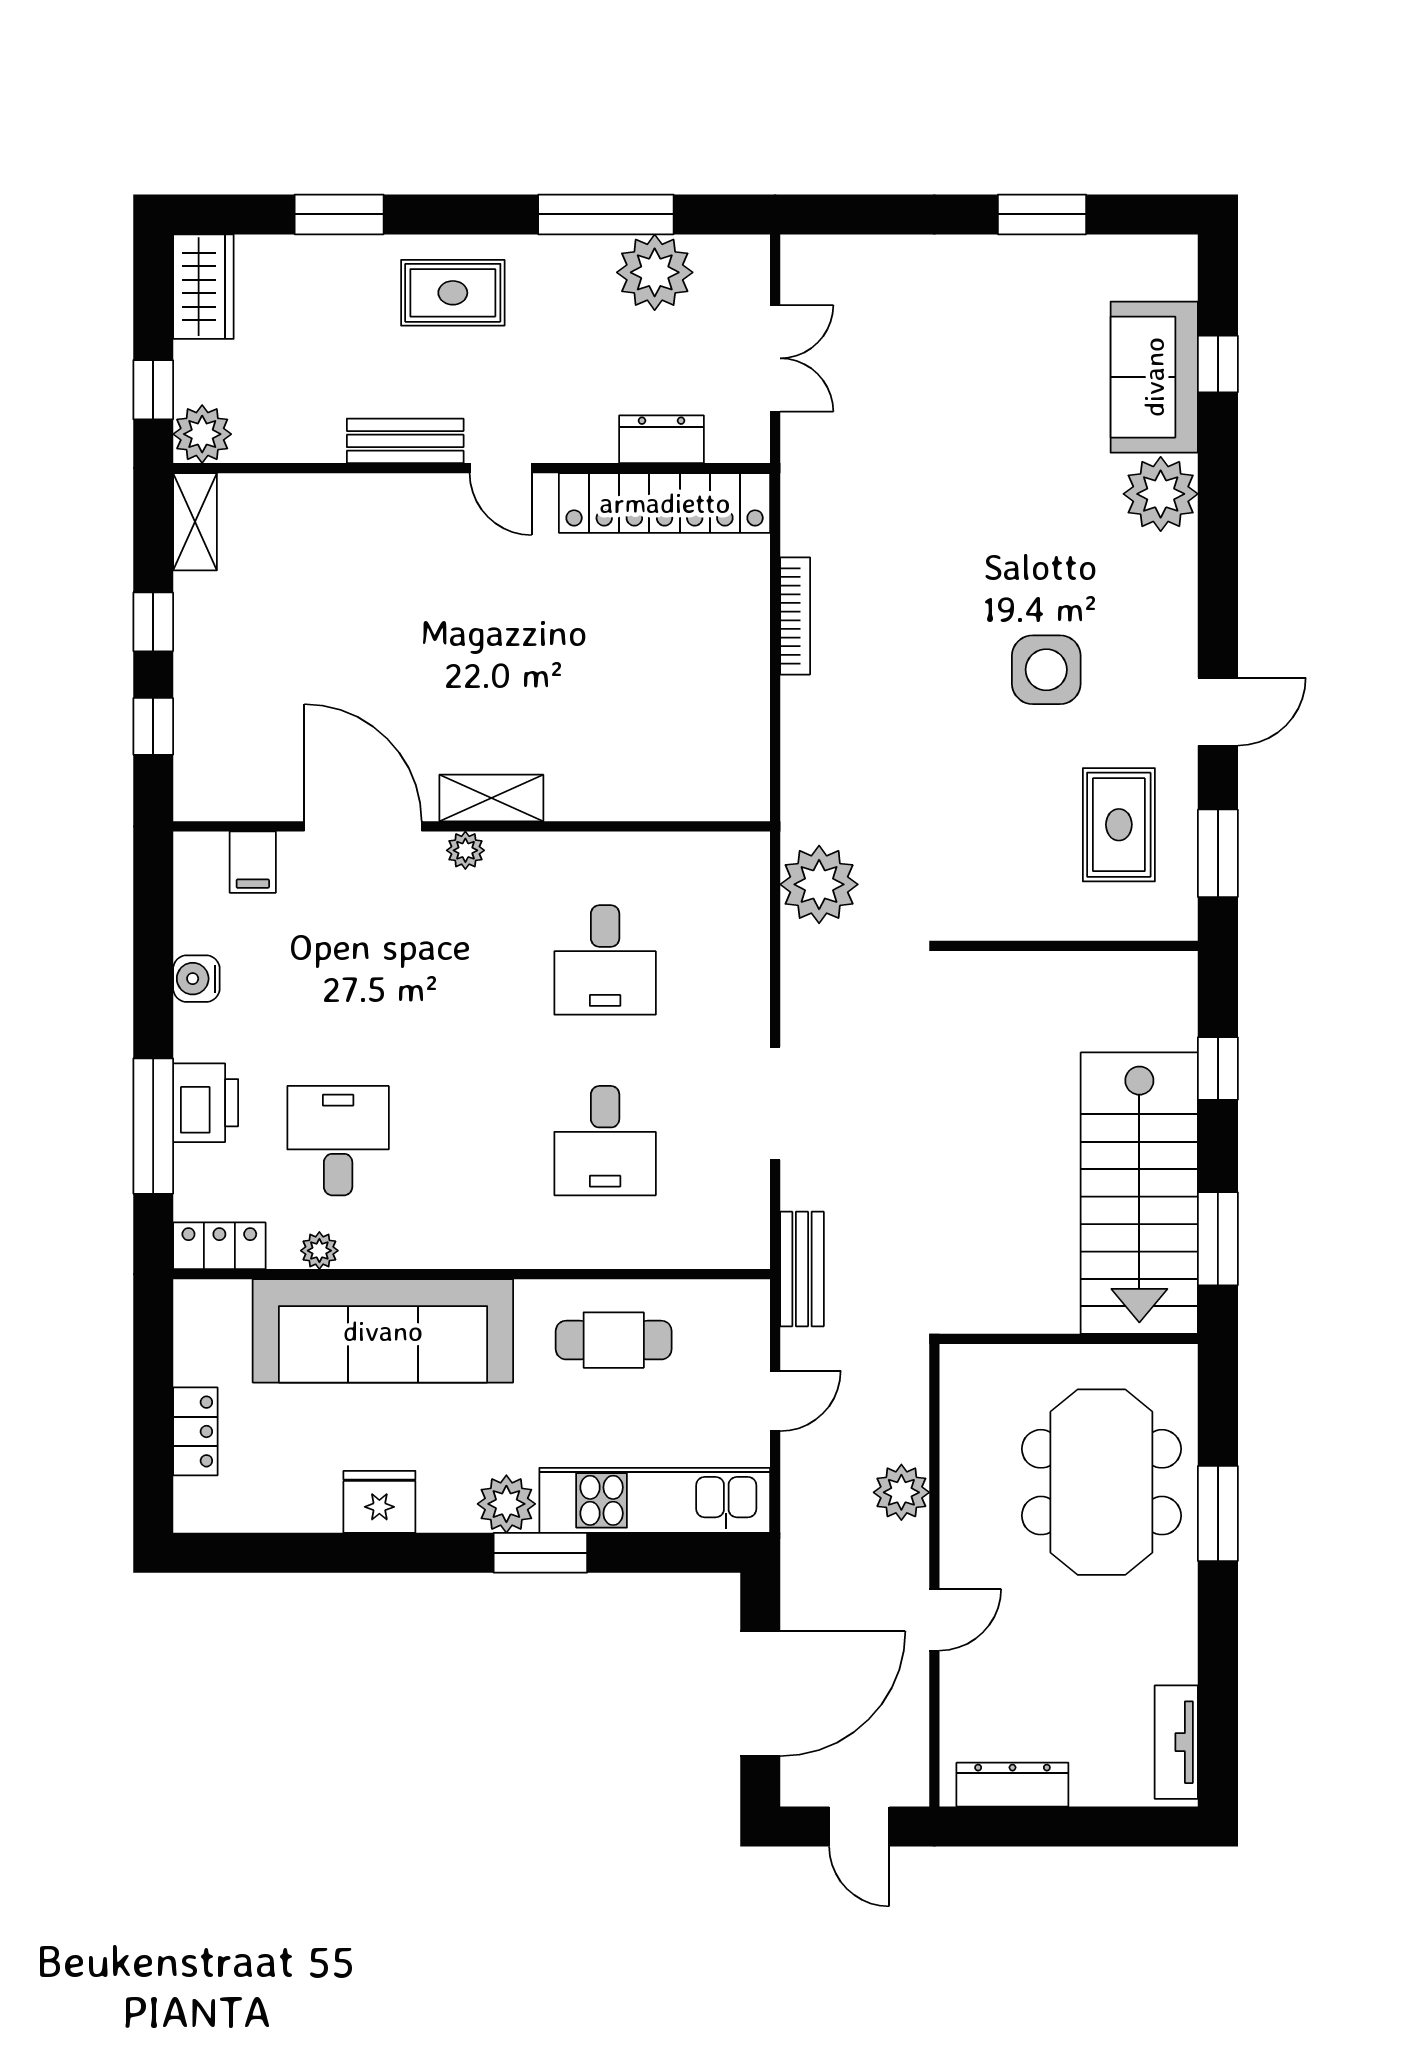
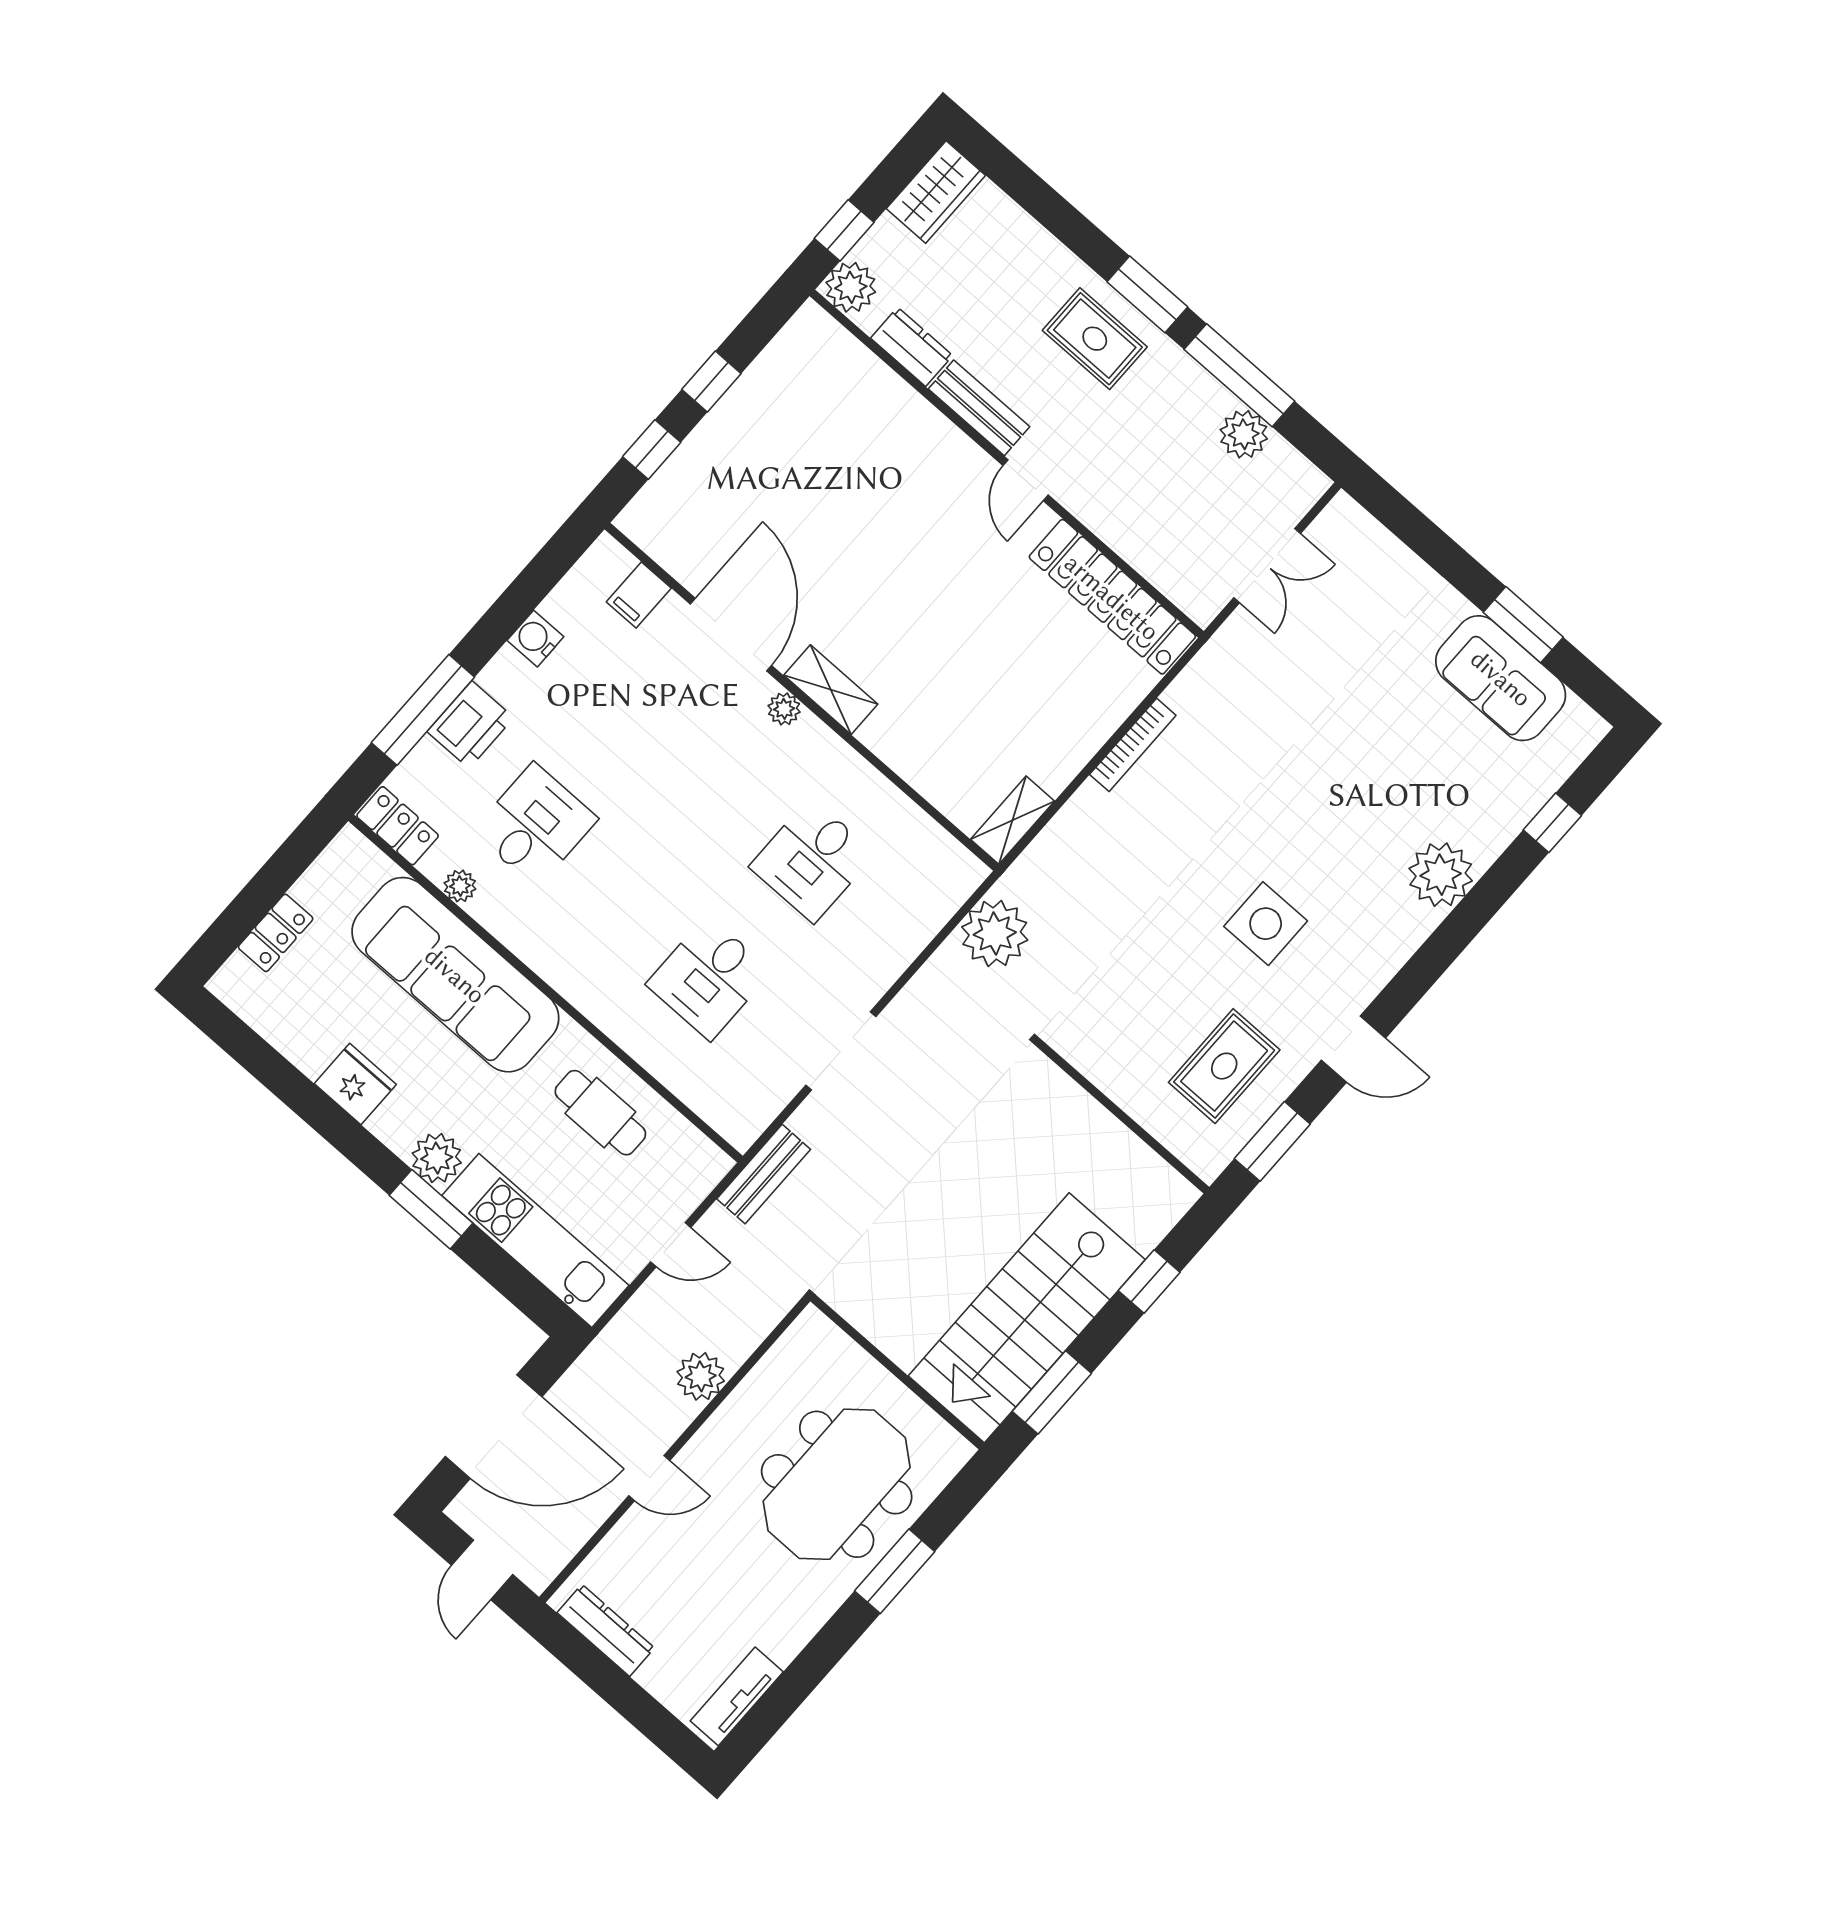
window: (339, 214) -> (1147, 294), moved
plant: (655, 272) -> (1244, 434), width x0.73, depth x0.73
sofa: (1154, 377) -> (1501, 678), moved, turned -90
dresser: (661, 439) -> (912, 347), moved
shelving: (195, 522) -> (1013, 820), moved

